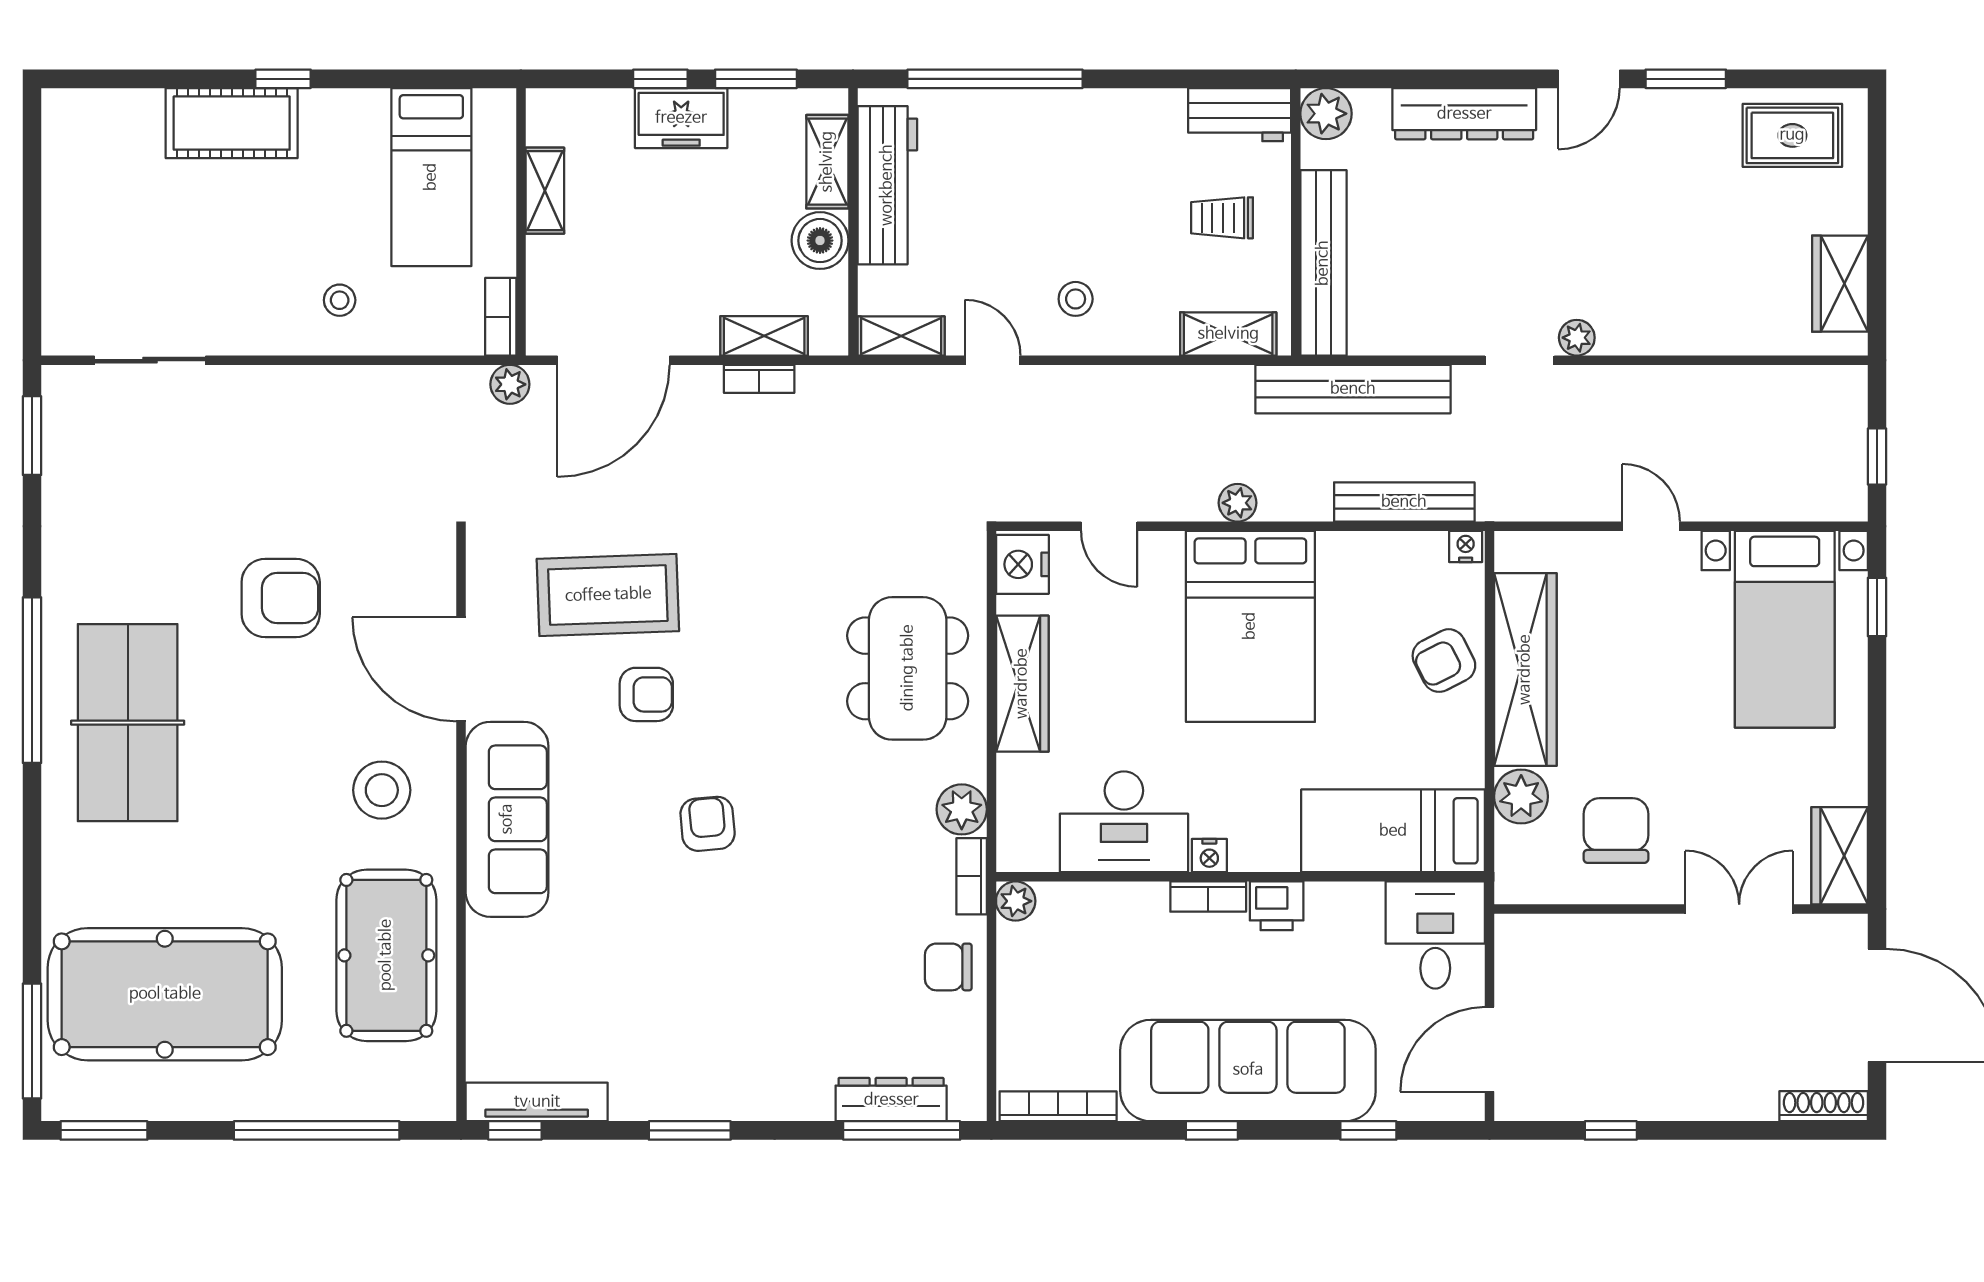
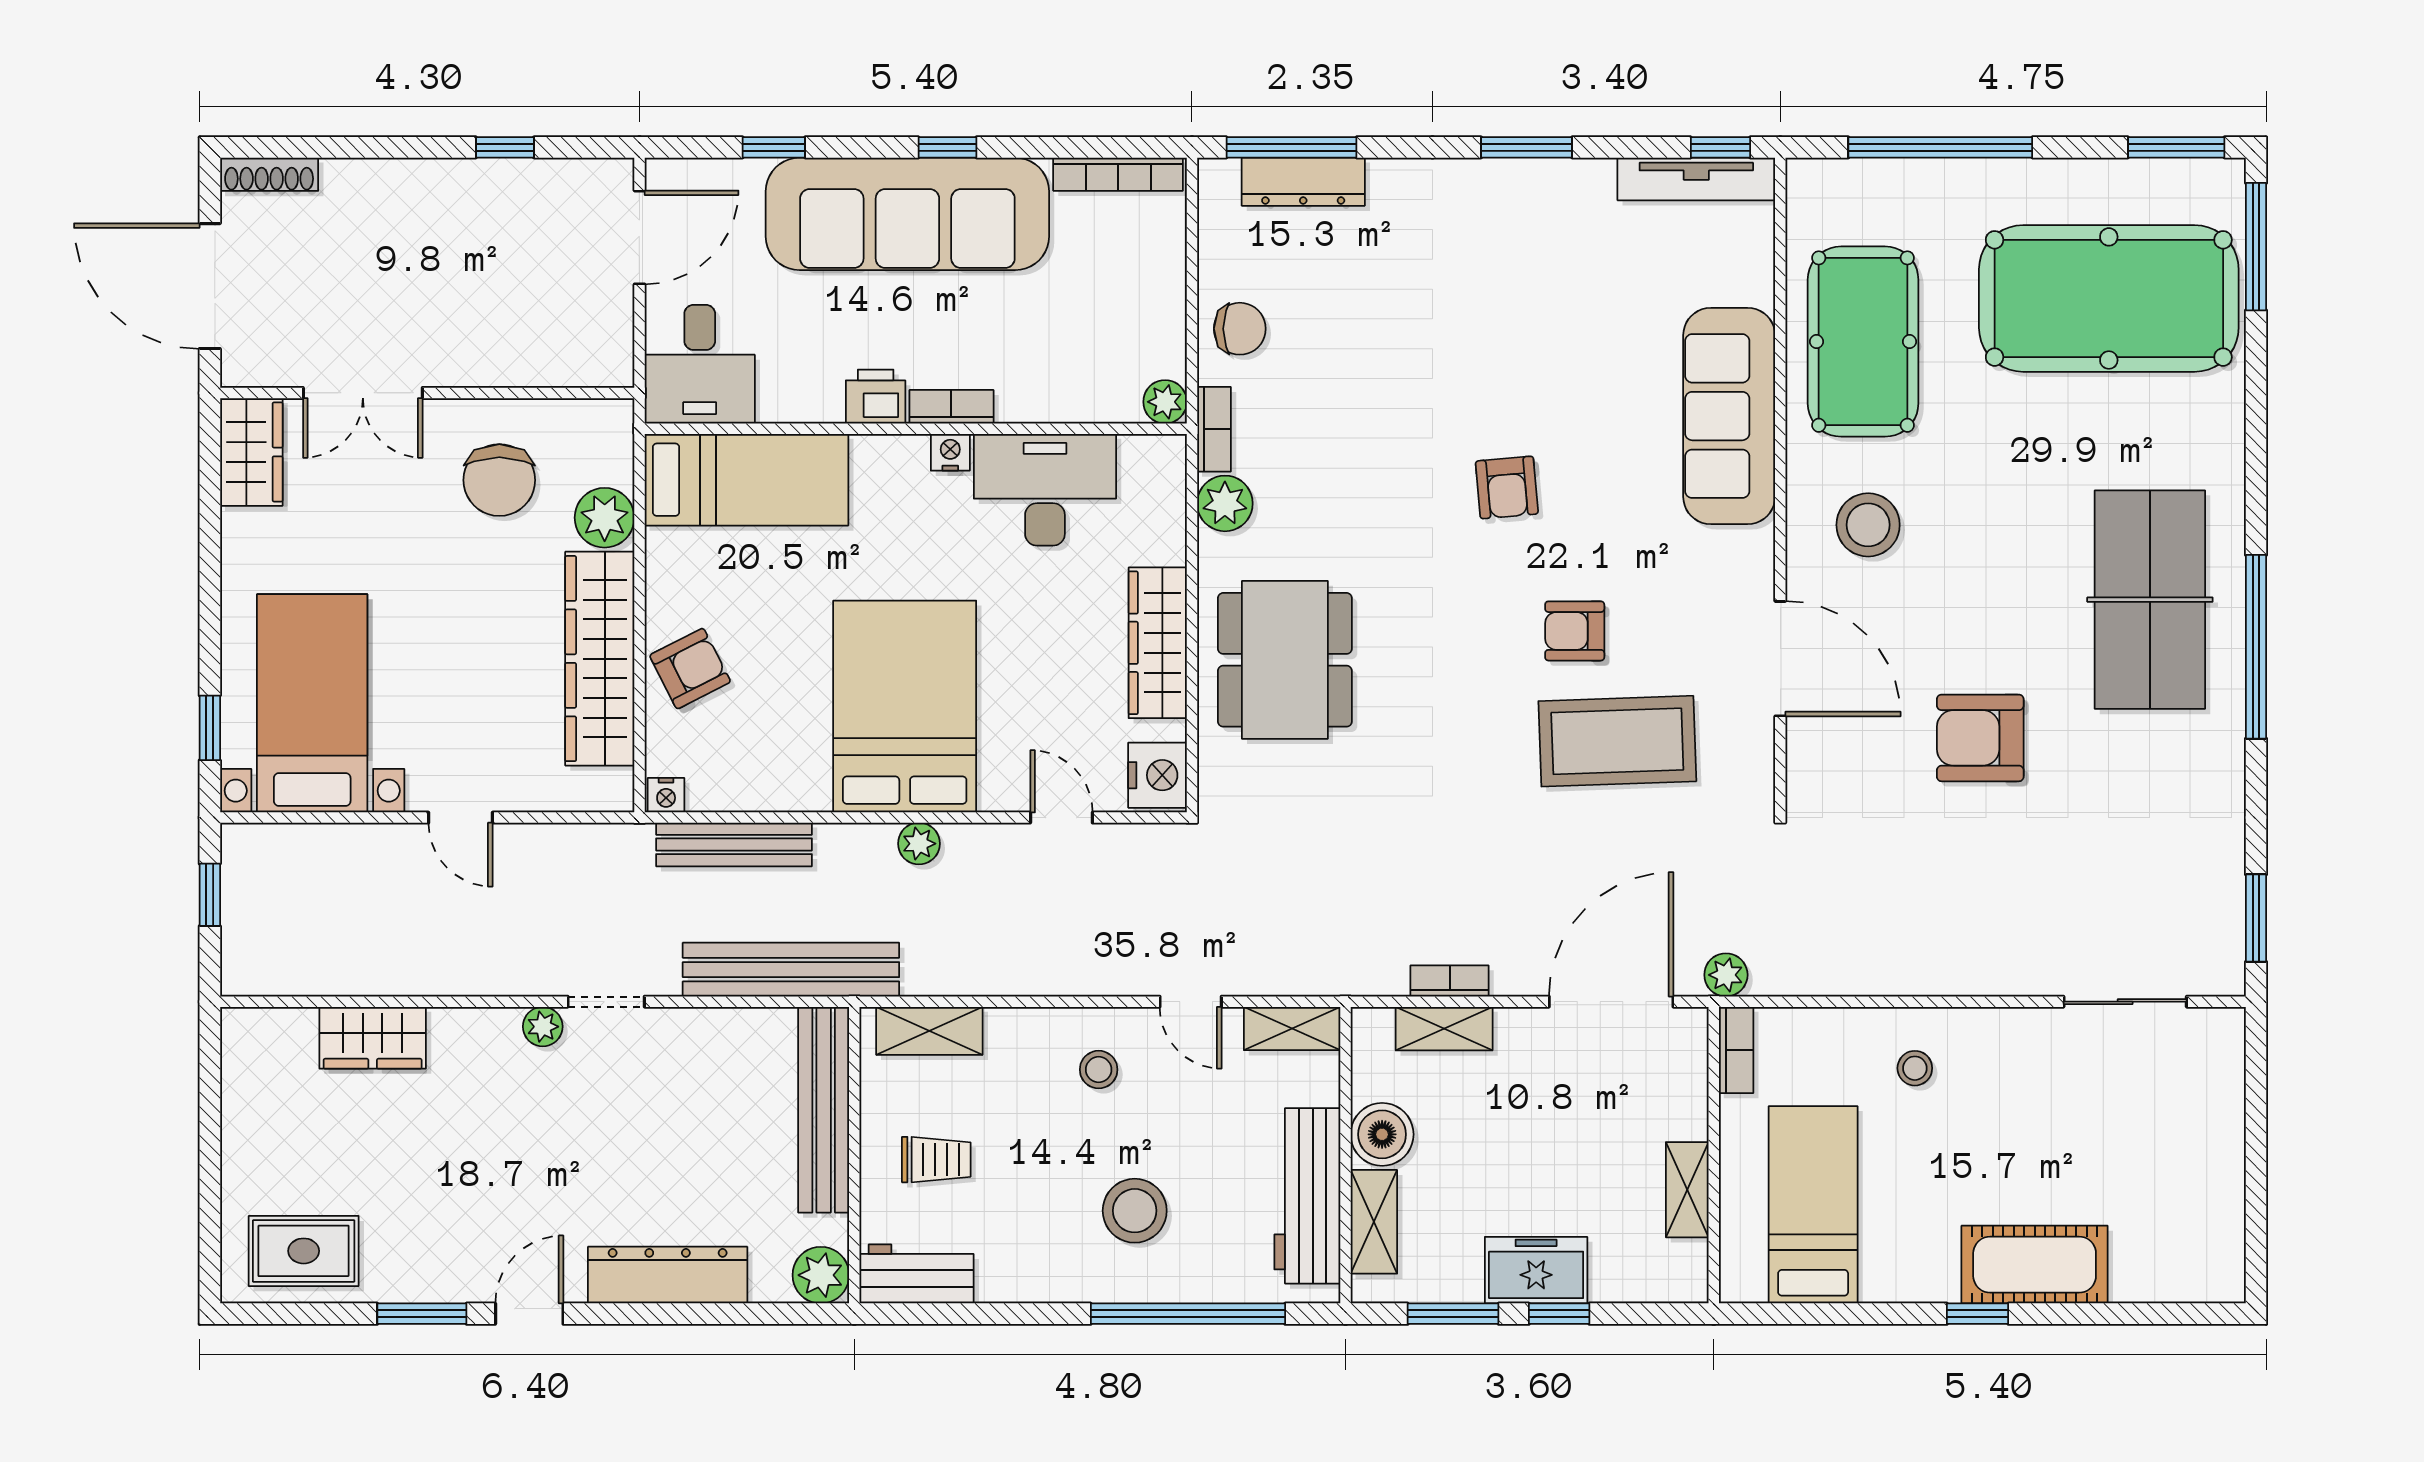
stool: (1043, 172) -> (1135, 1211), added
wardrobe: (1840, 284) -> (373, 1038), moved, turned 90
sofa: (507, 819) -> (1729, 416), moved

